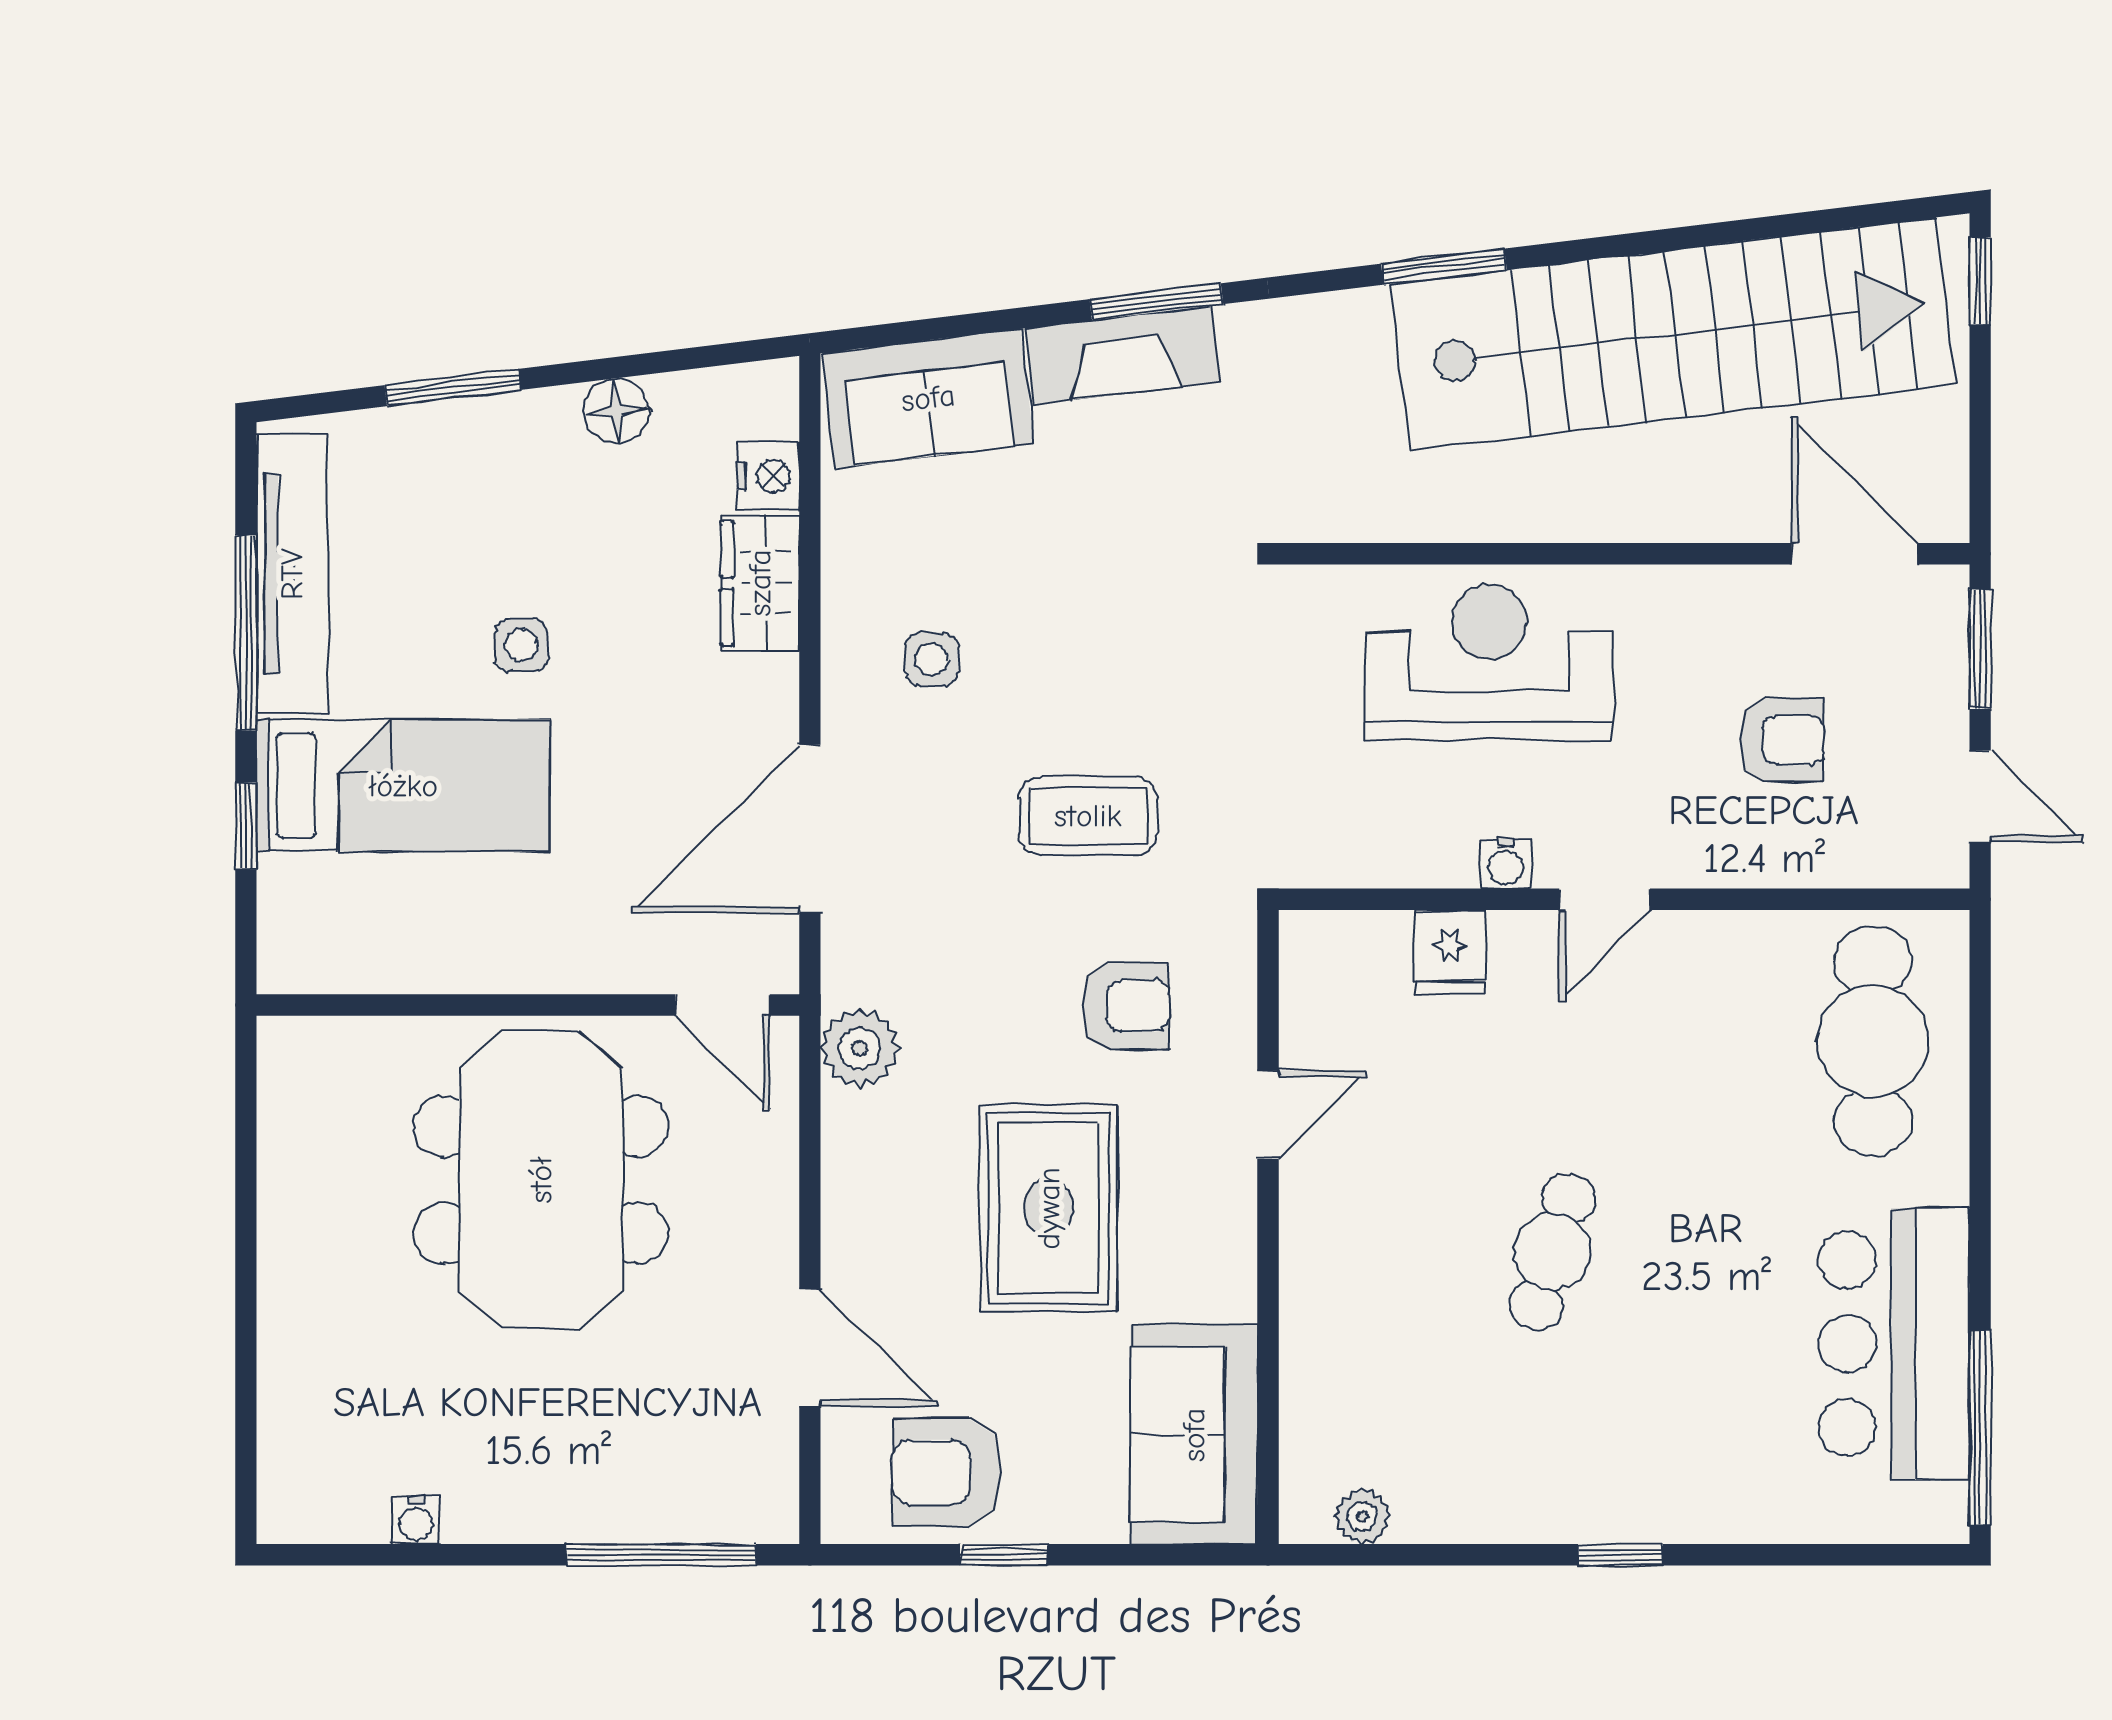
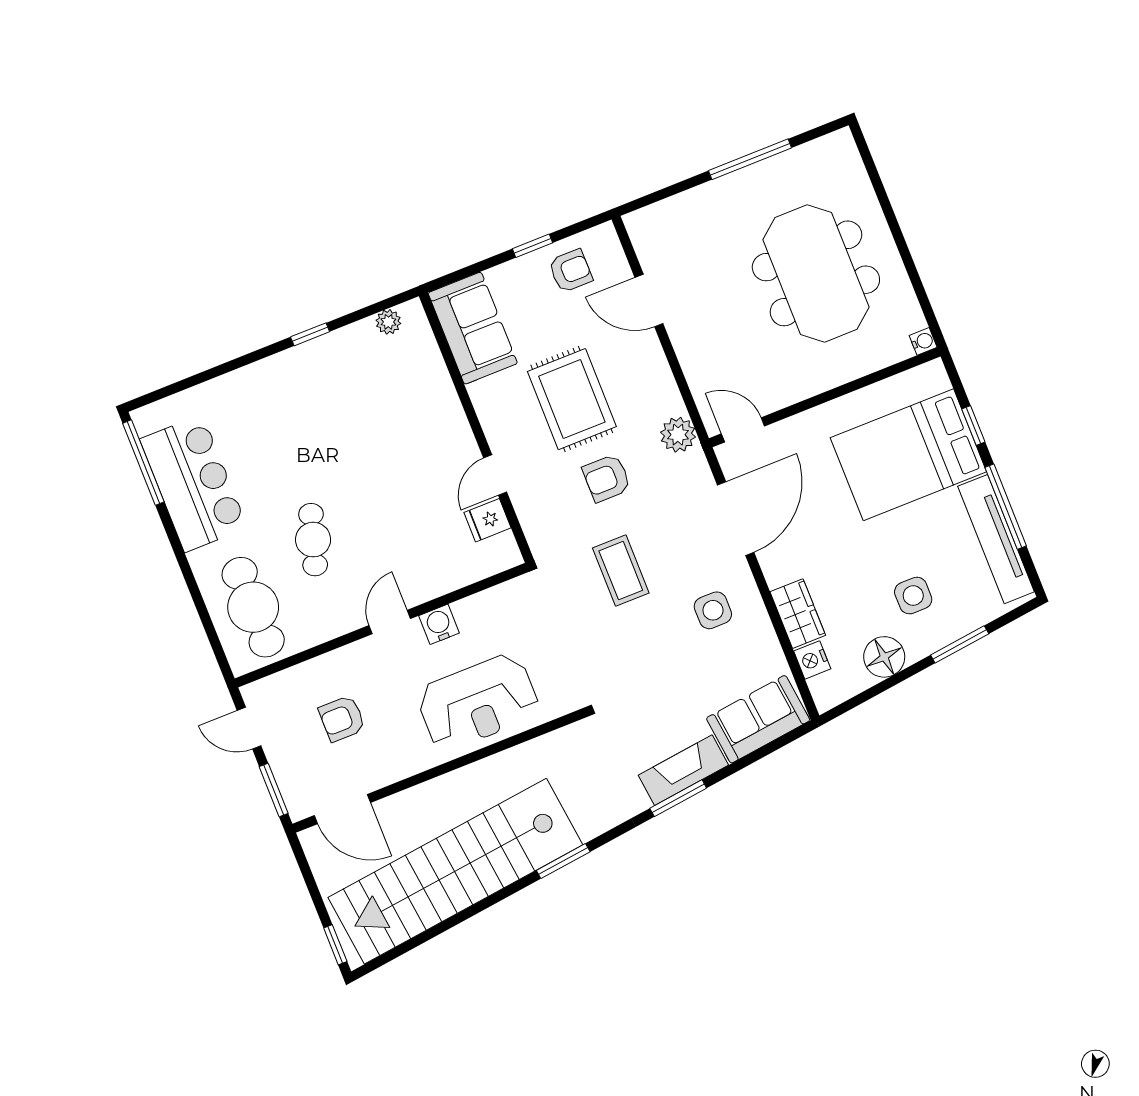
floor lamp: (616, 411) -> (884, 657), width x1.38, depth x1.38
side table: (521, 645) -> (913, 596), moved, width x1.37, depth x1.37
side table: (932, 659) -> (713, 610), width x1.37, depth x1.37
bed: (403, 786) -> (908, 455), width x1.50
coffee table: (1088, 816) -> (621, 571), turned 90
water cooler: (1505, 864) -> (439, 624), width x1.38, depth x1.38
fridge: (1450, 952) -> (487, 520), moved, turned -90
armchair: (1126, 1006) -> (607, 478), moved
meeting table: (541, 1180) -> (816, 273), moved
cafe table: (1553, 1252) -> (313, 540), moved
armchair: (947, 1472) -> (571, 271), width x0.72, depth x0.72
water cooler: (416, 1520) -> (923, 341), moved, turned 90
window: (661, 1555) -> (750, 159), moved
window: (1620, 1555) -> (310, 334), moved

